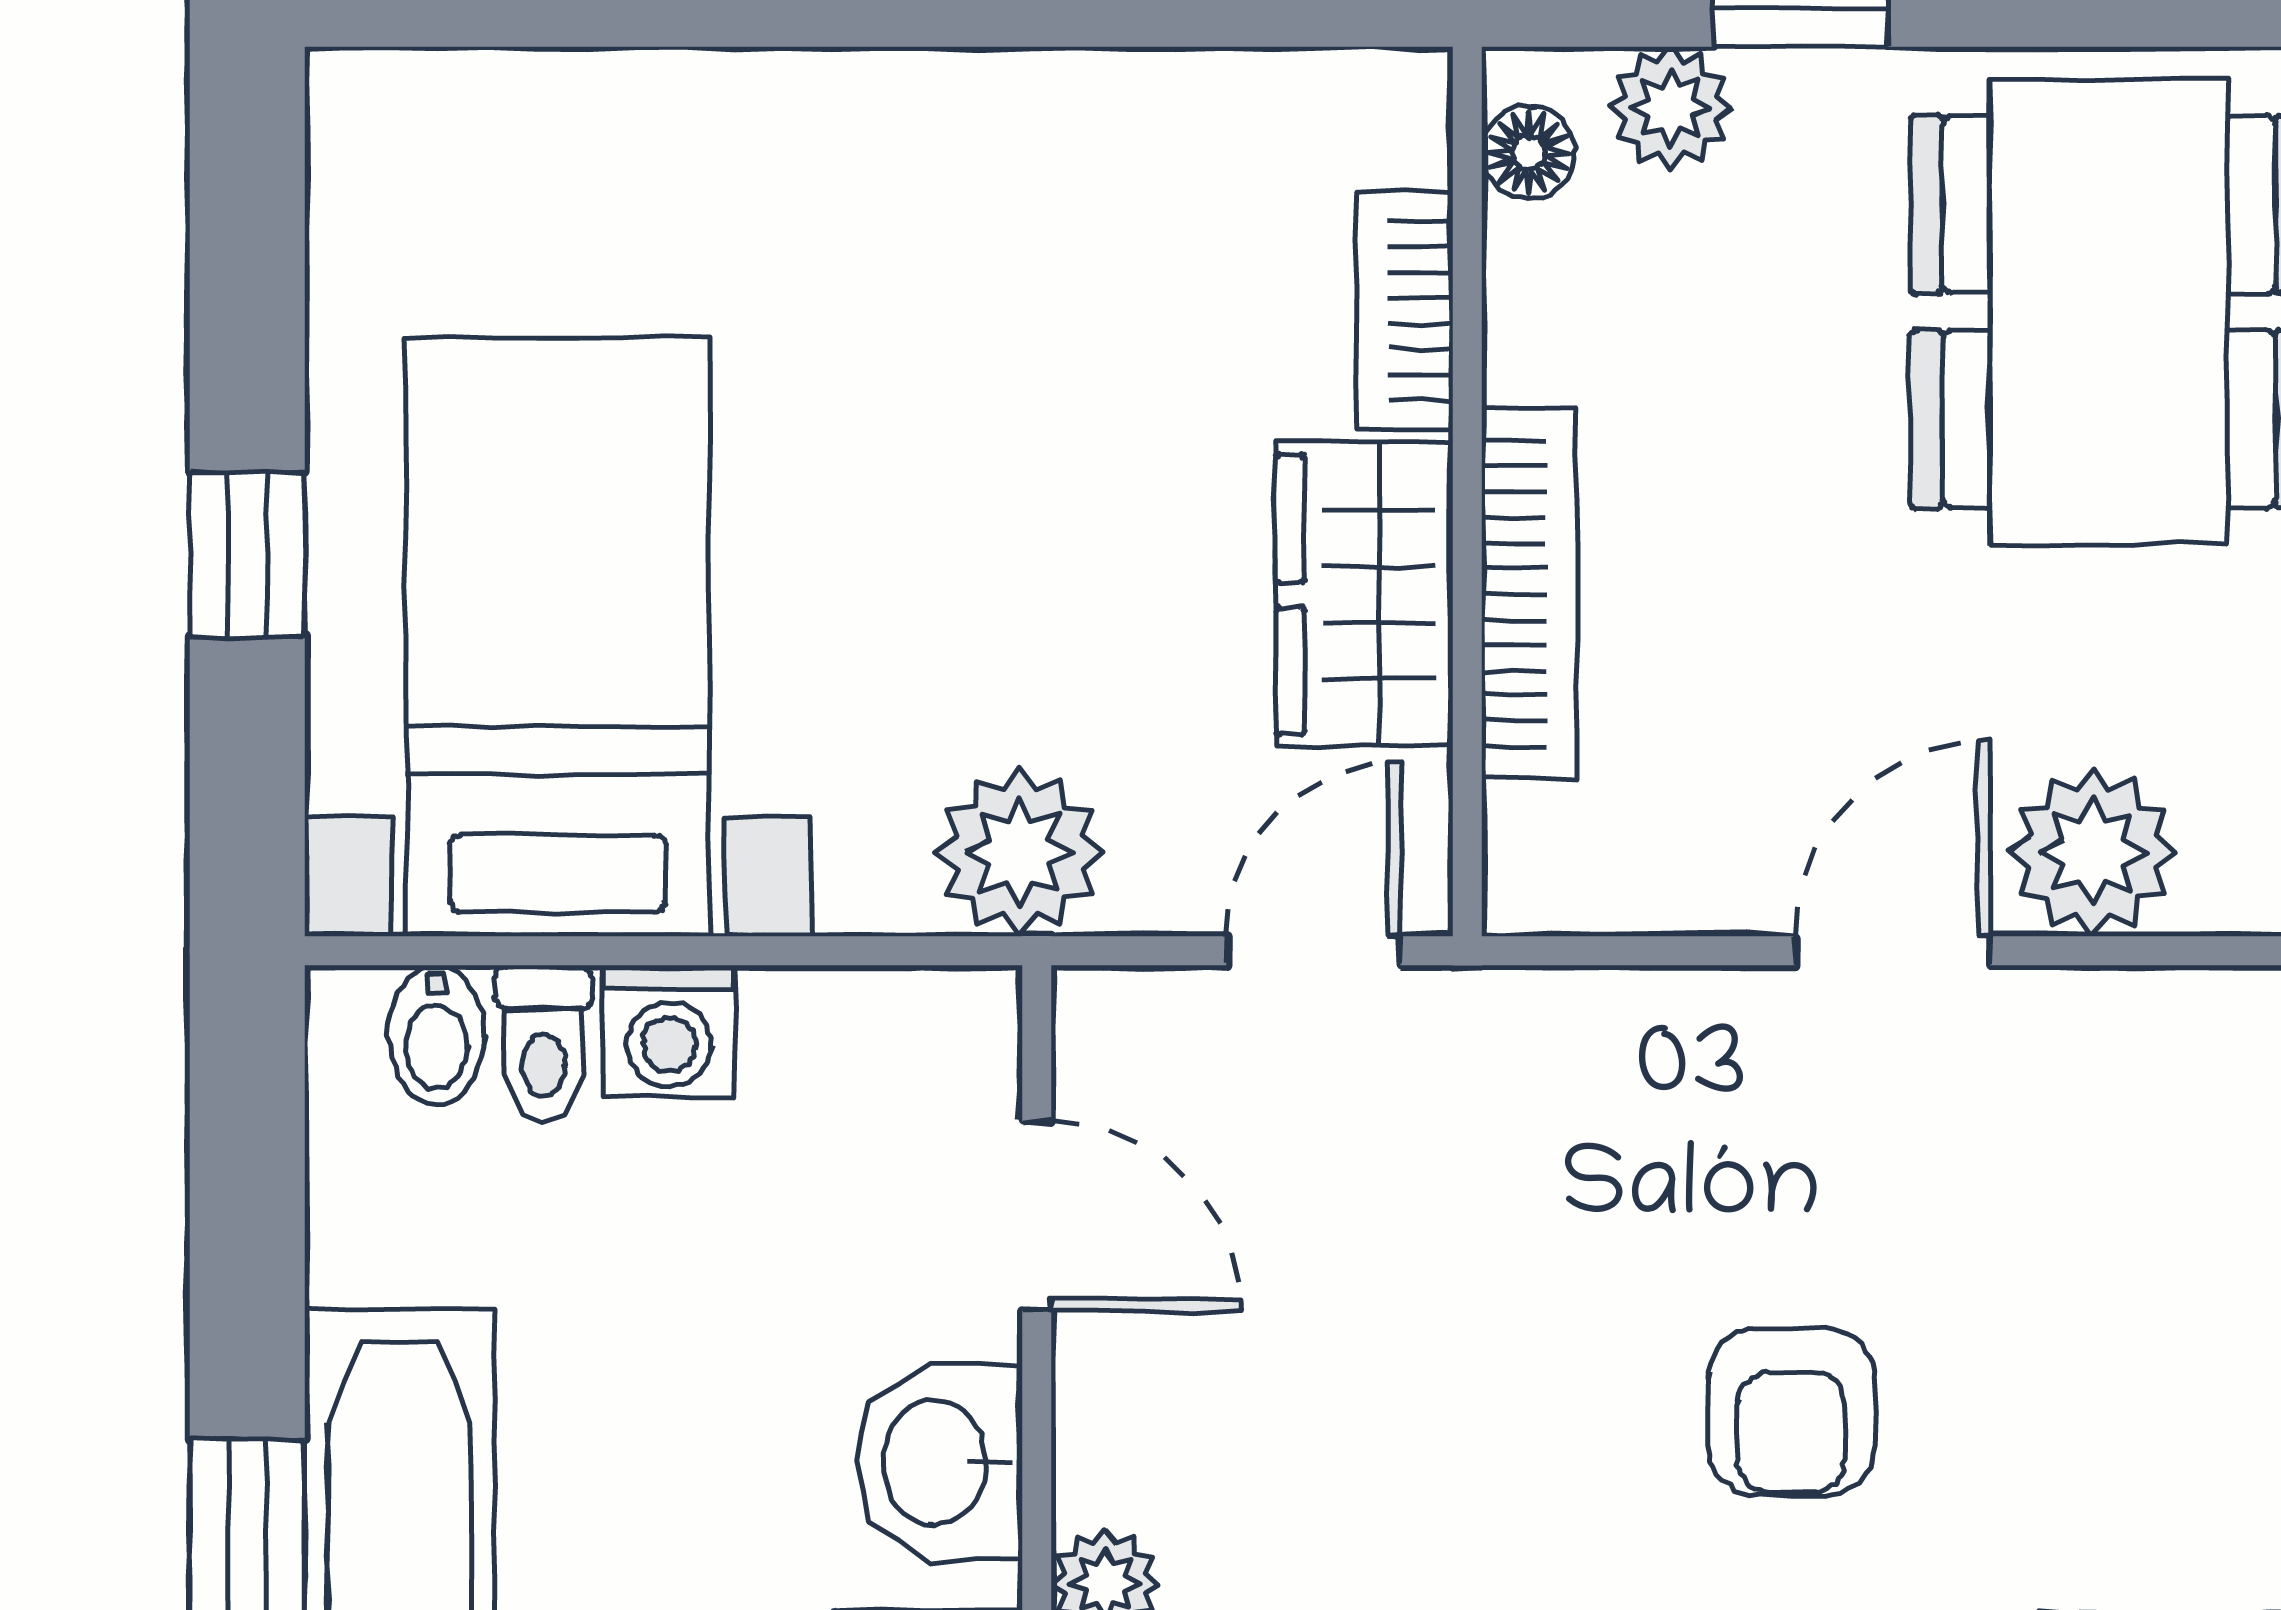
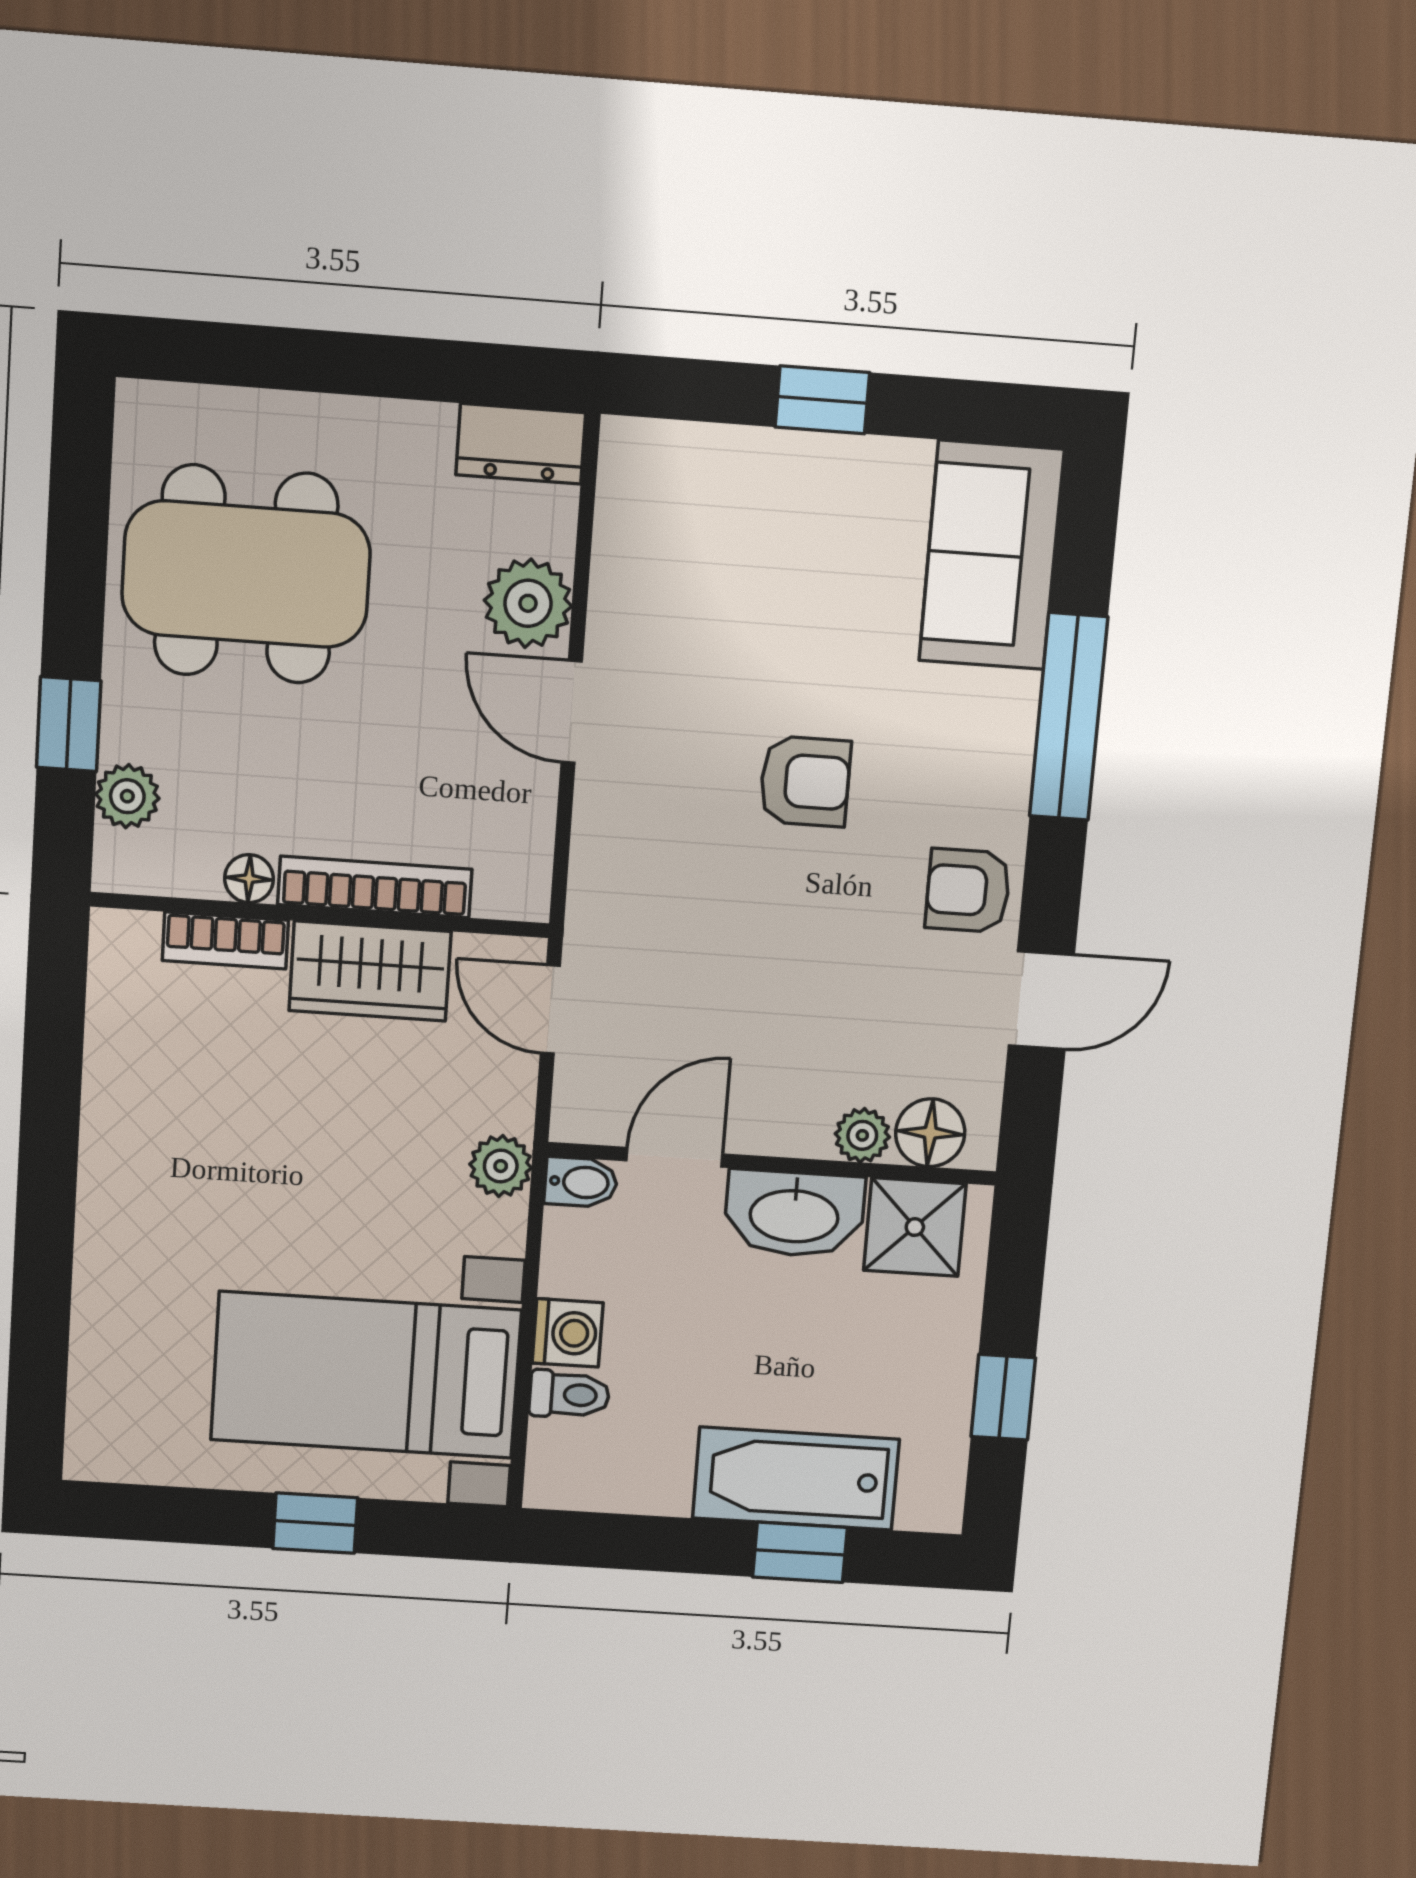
floor lamp: (1528, 152) -> (249, 879), moved
plant: (1019, 852) -> (501, 1166), width x0.73, depth x0.73
bidet: (436, 1035) -> (581, 1182), moved
washbasin: (939, 1462) -> (794, 1214), width x1.38

